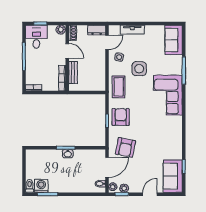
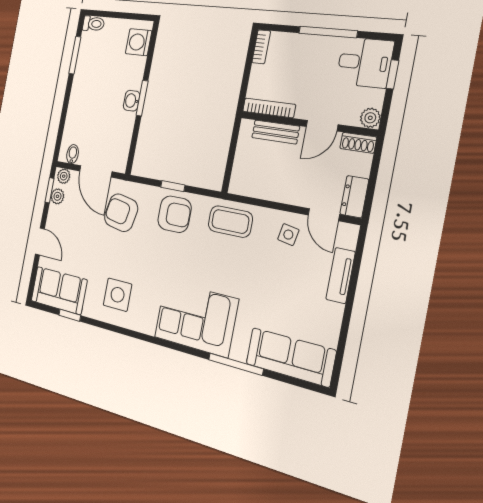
sofa: (174, 40) -> (290, 357), width x1.36
side table: (139, 69) -> (118, 295), moved
washing machine: (41, 186) -> (139, 42), moved, turned 180

